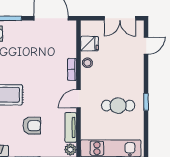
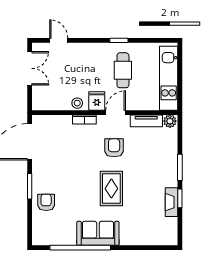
fridge: (89, 44) -> (97, 101), moved
door: (79, 99) -> (116, 113), swing flipped
armchair: (32, 126) -> (114, 148), moved

